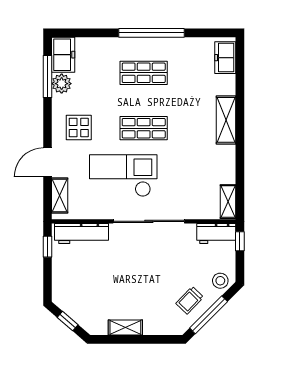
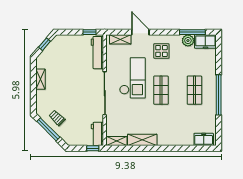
shelving: (226, 120) -> (142, 140), moved
stool: (220, 281) -> (69, 136), removed

